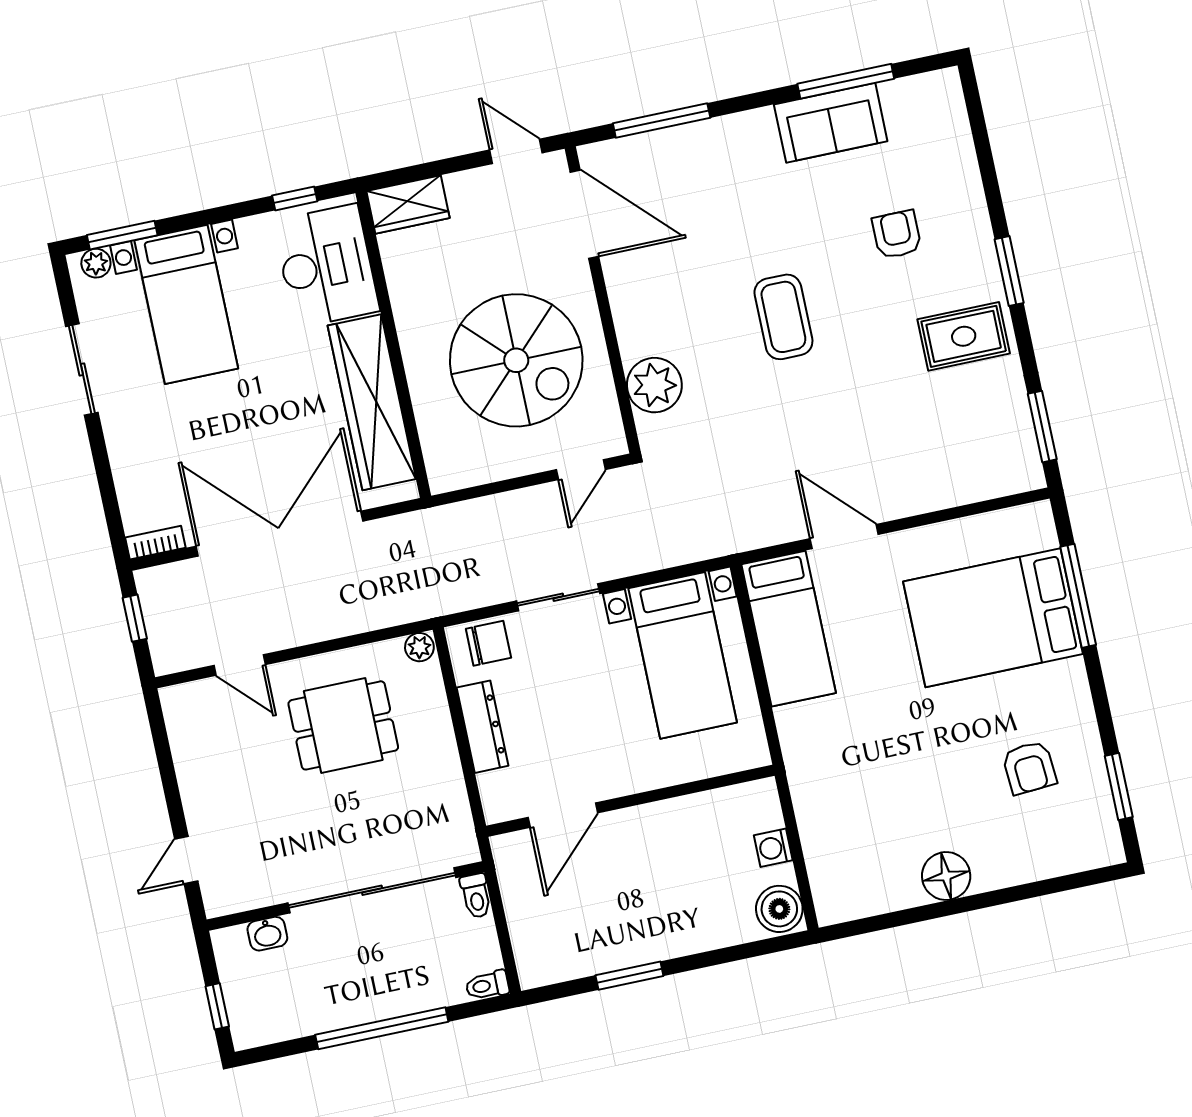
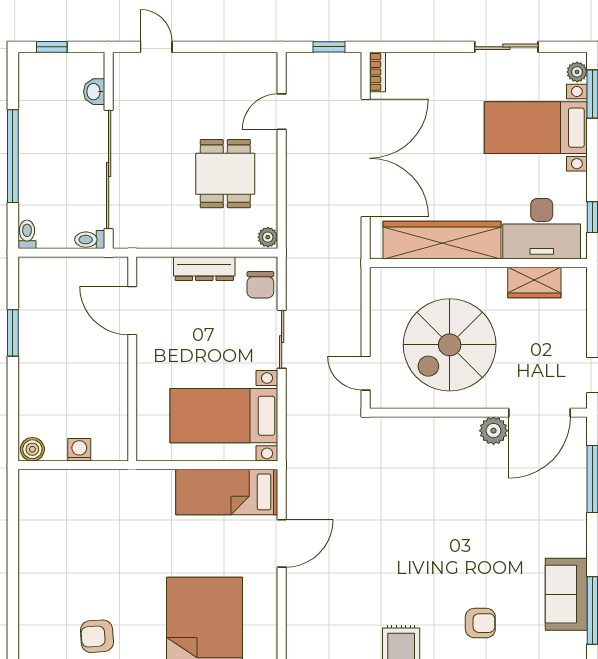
wardrobe: (408, 204) -> (534, 282), moved, turned -90
coffee table: (783, 317) -> (441, 534), removed
plant: (654, 385) -> (494, 431), moved, width x0.73, depth x0.73
floor lamp: (946, 876) -> (35, 564), removed
boiler: (779, 909) -> (32, 449), width x0.73, depth x0.73

